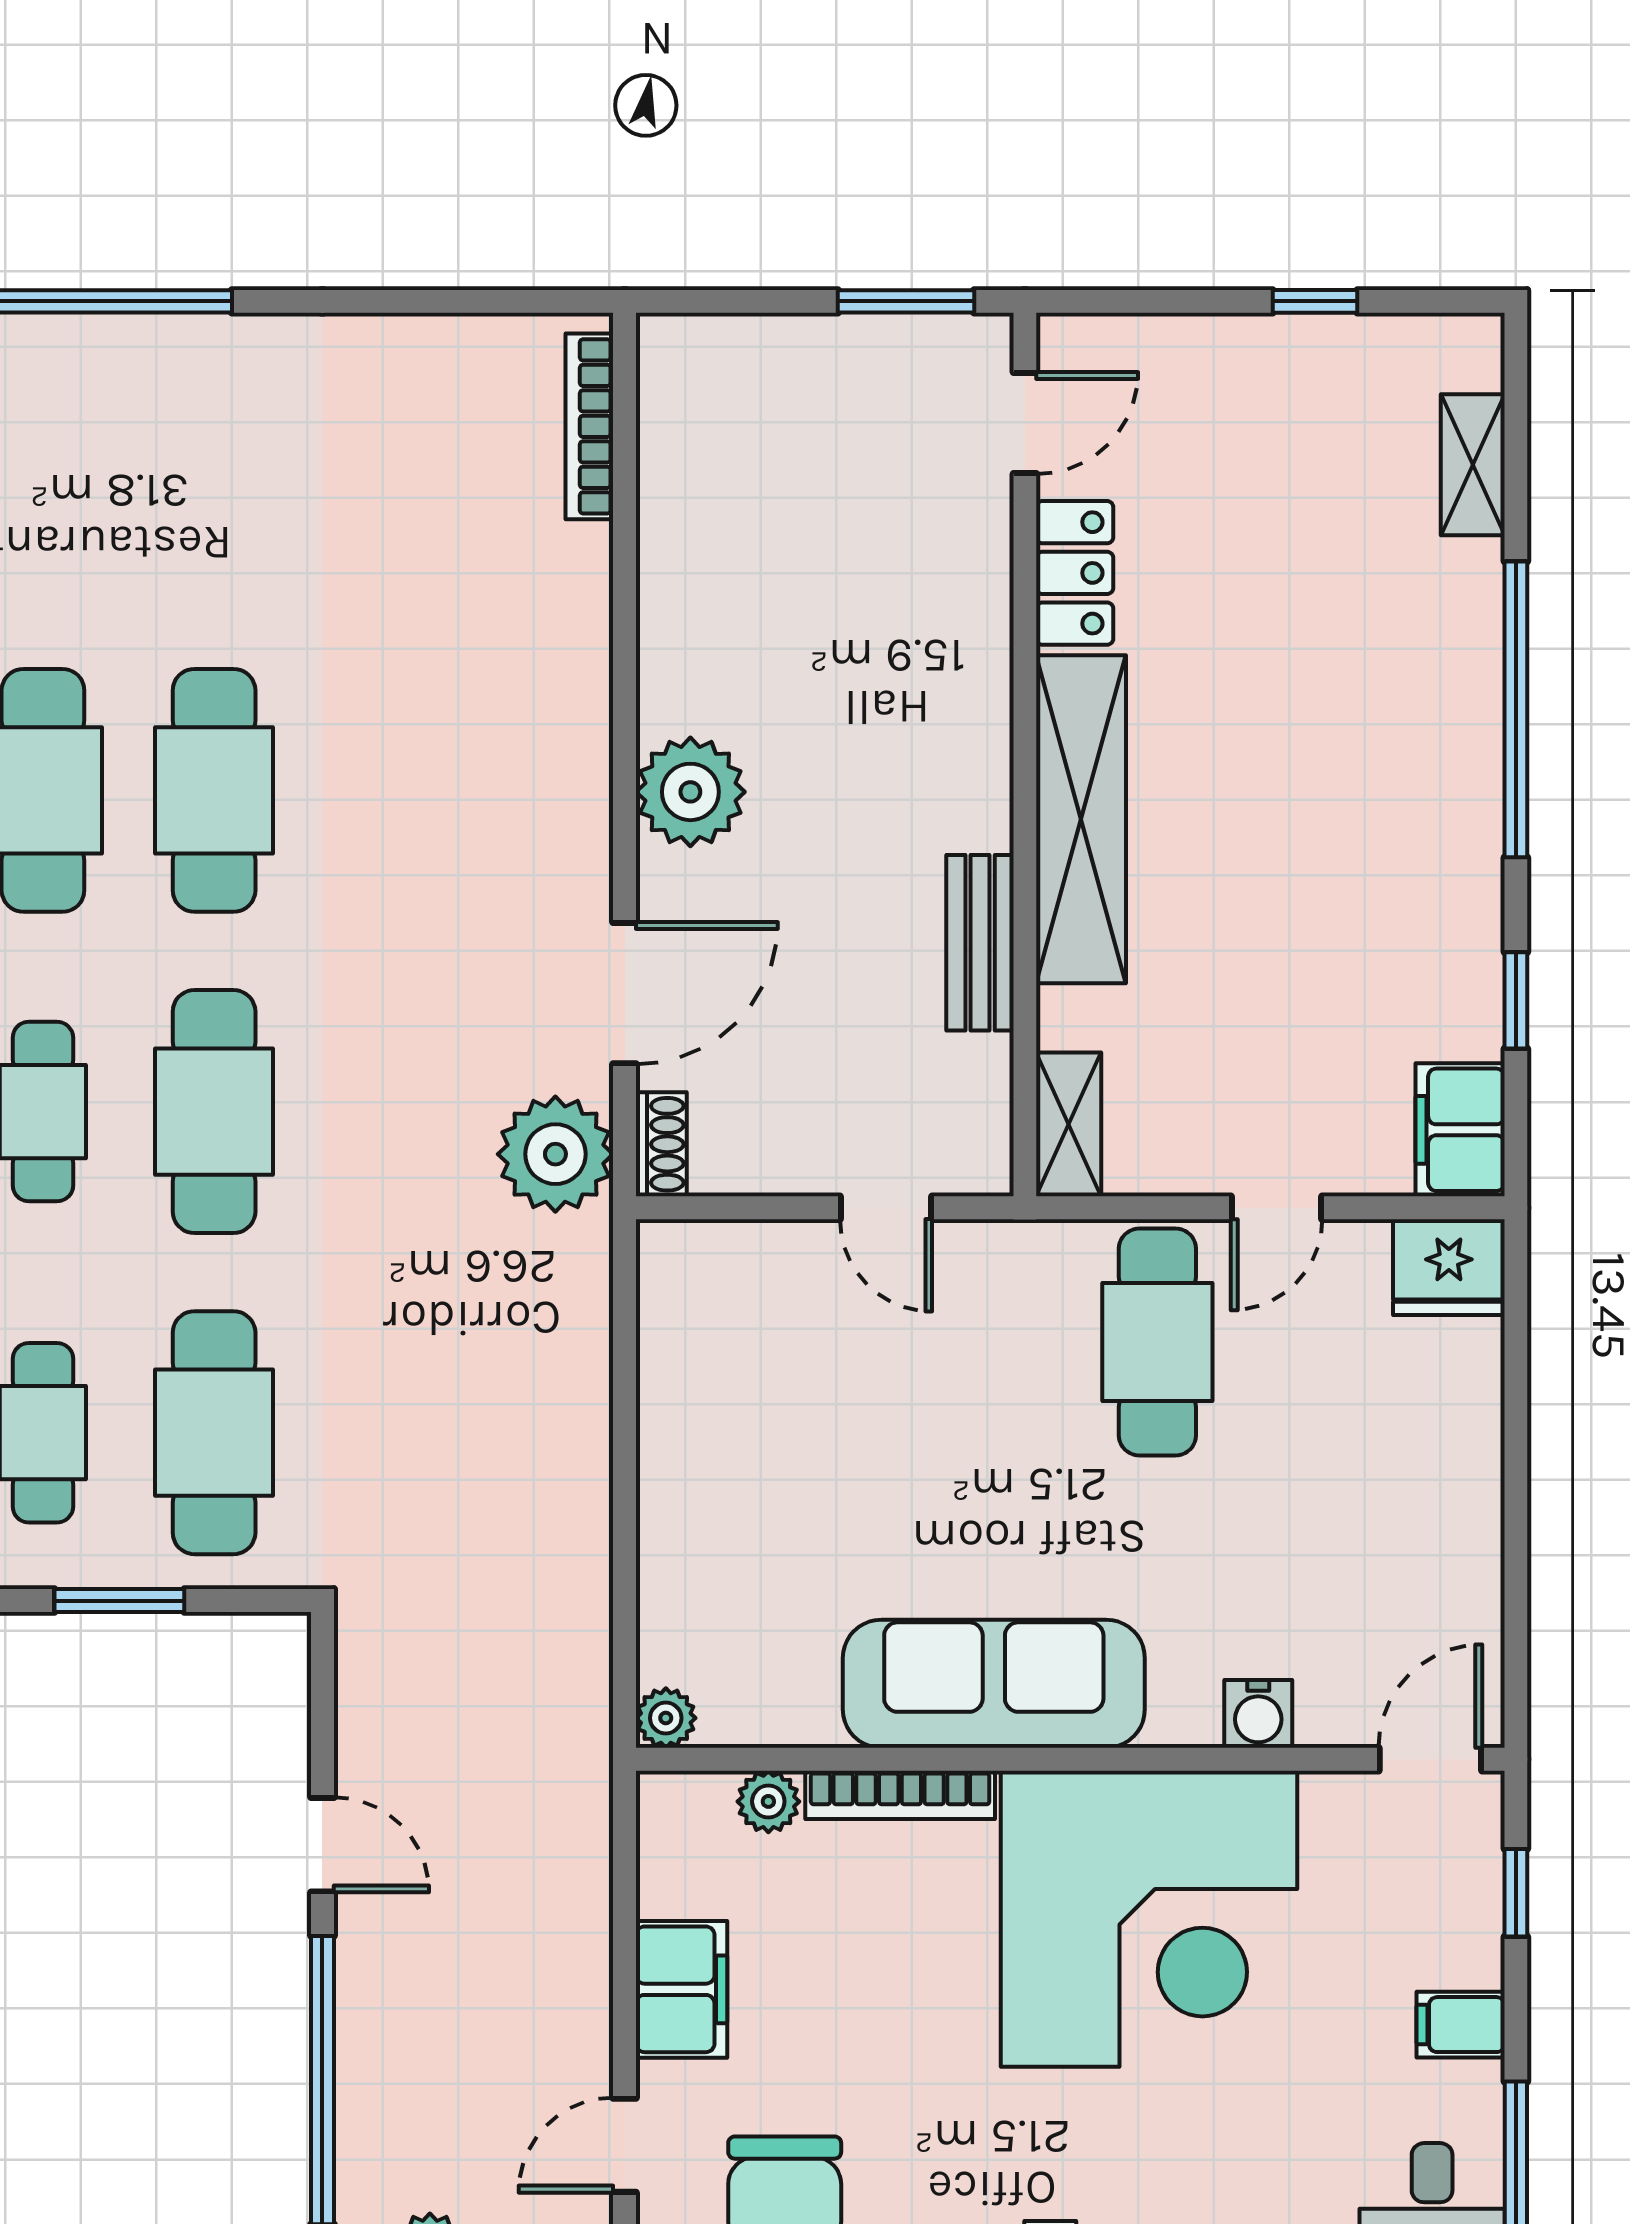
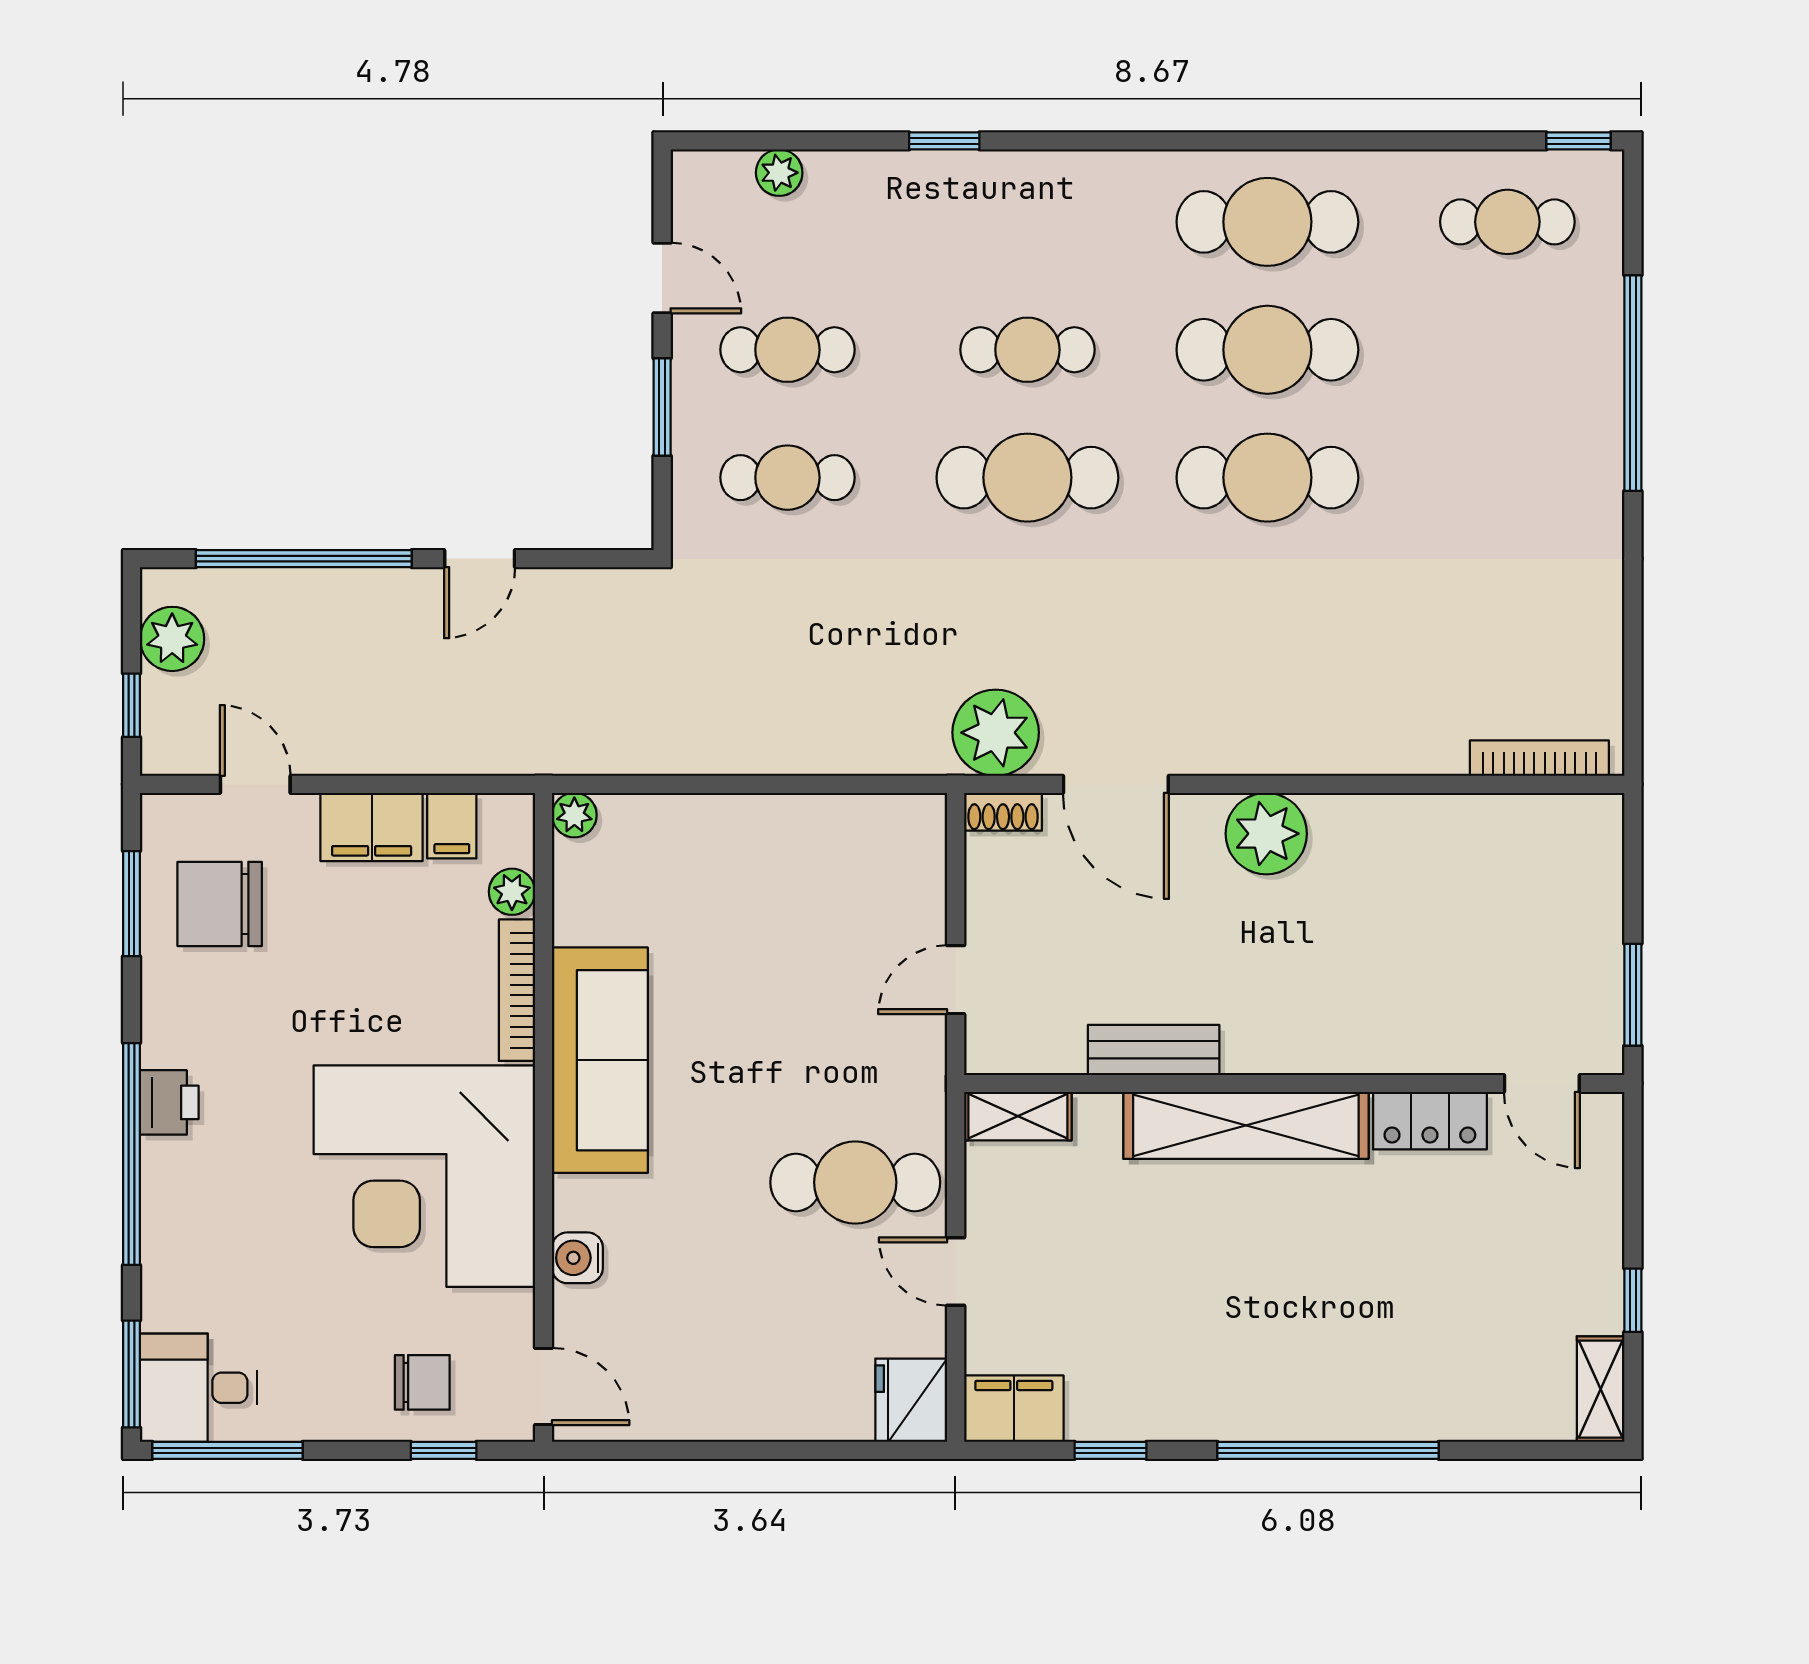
shelving: (1473, 465) -> (1601, 1389), moved, turned 90
cafe table: (214, 1433) -> (787, 478), width x0.73, depth x0.74
chair: (1425, 1921) -> (422, 1382), added
filing cabinet: (1461, 2025) -> (452, 826), moved, turned 180

